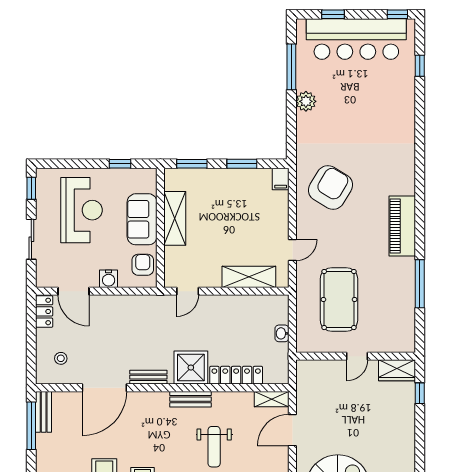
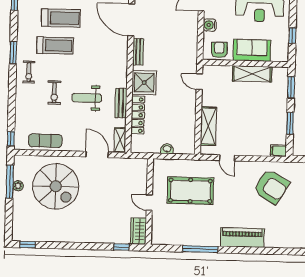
armchair: (143, 265) -> (219, 50), turned -90
bench: (190, 399) -> (121, 103), moved

